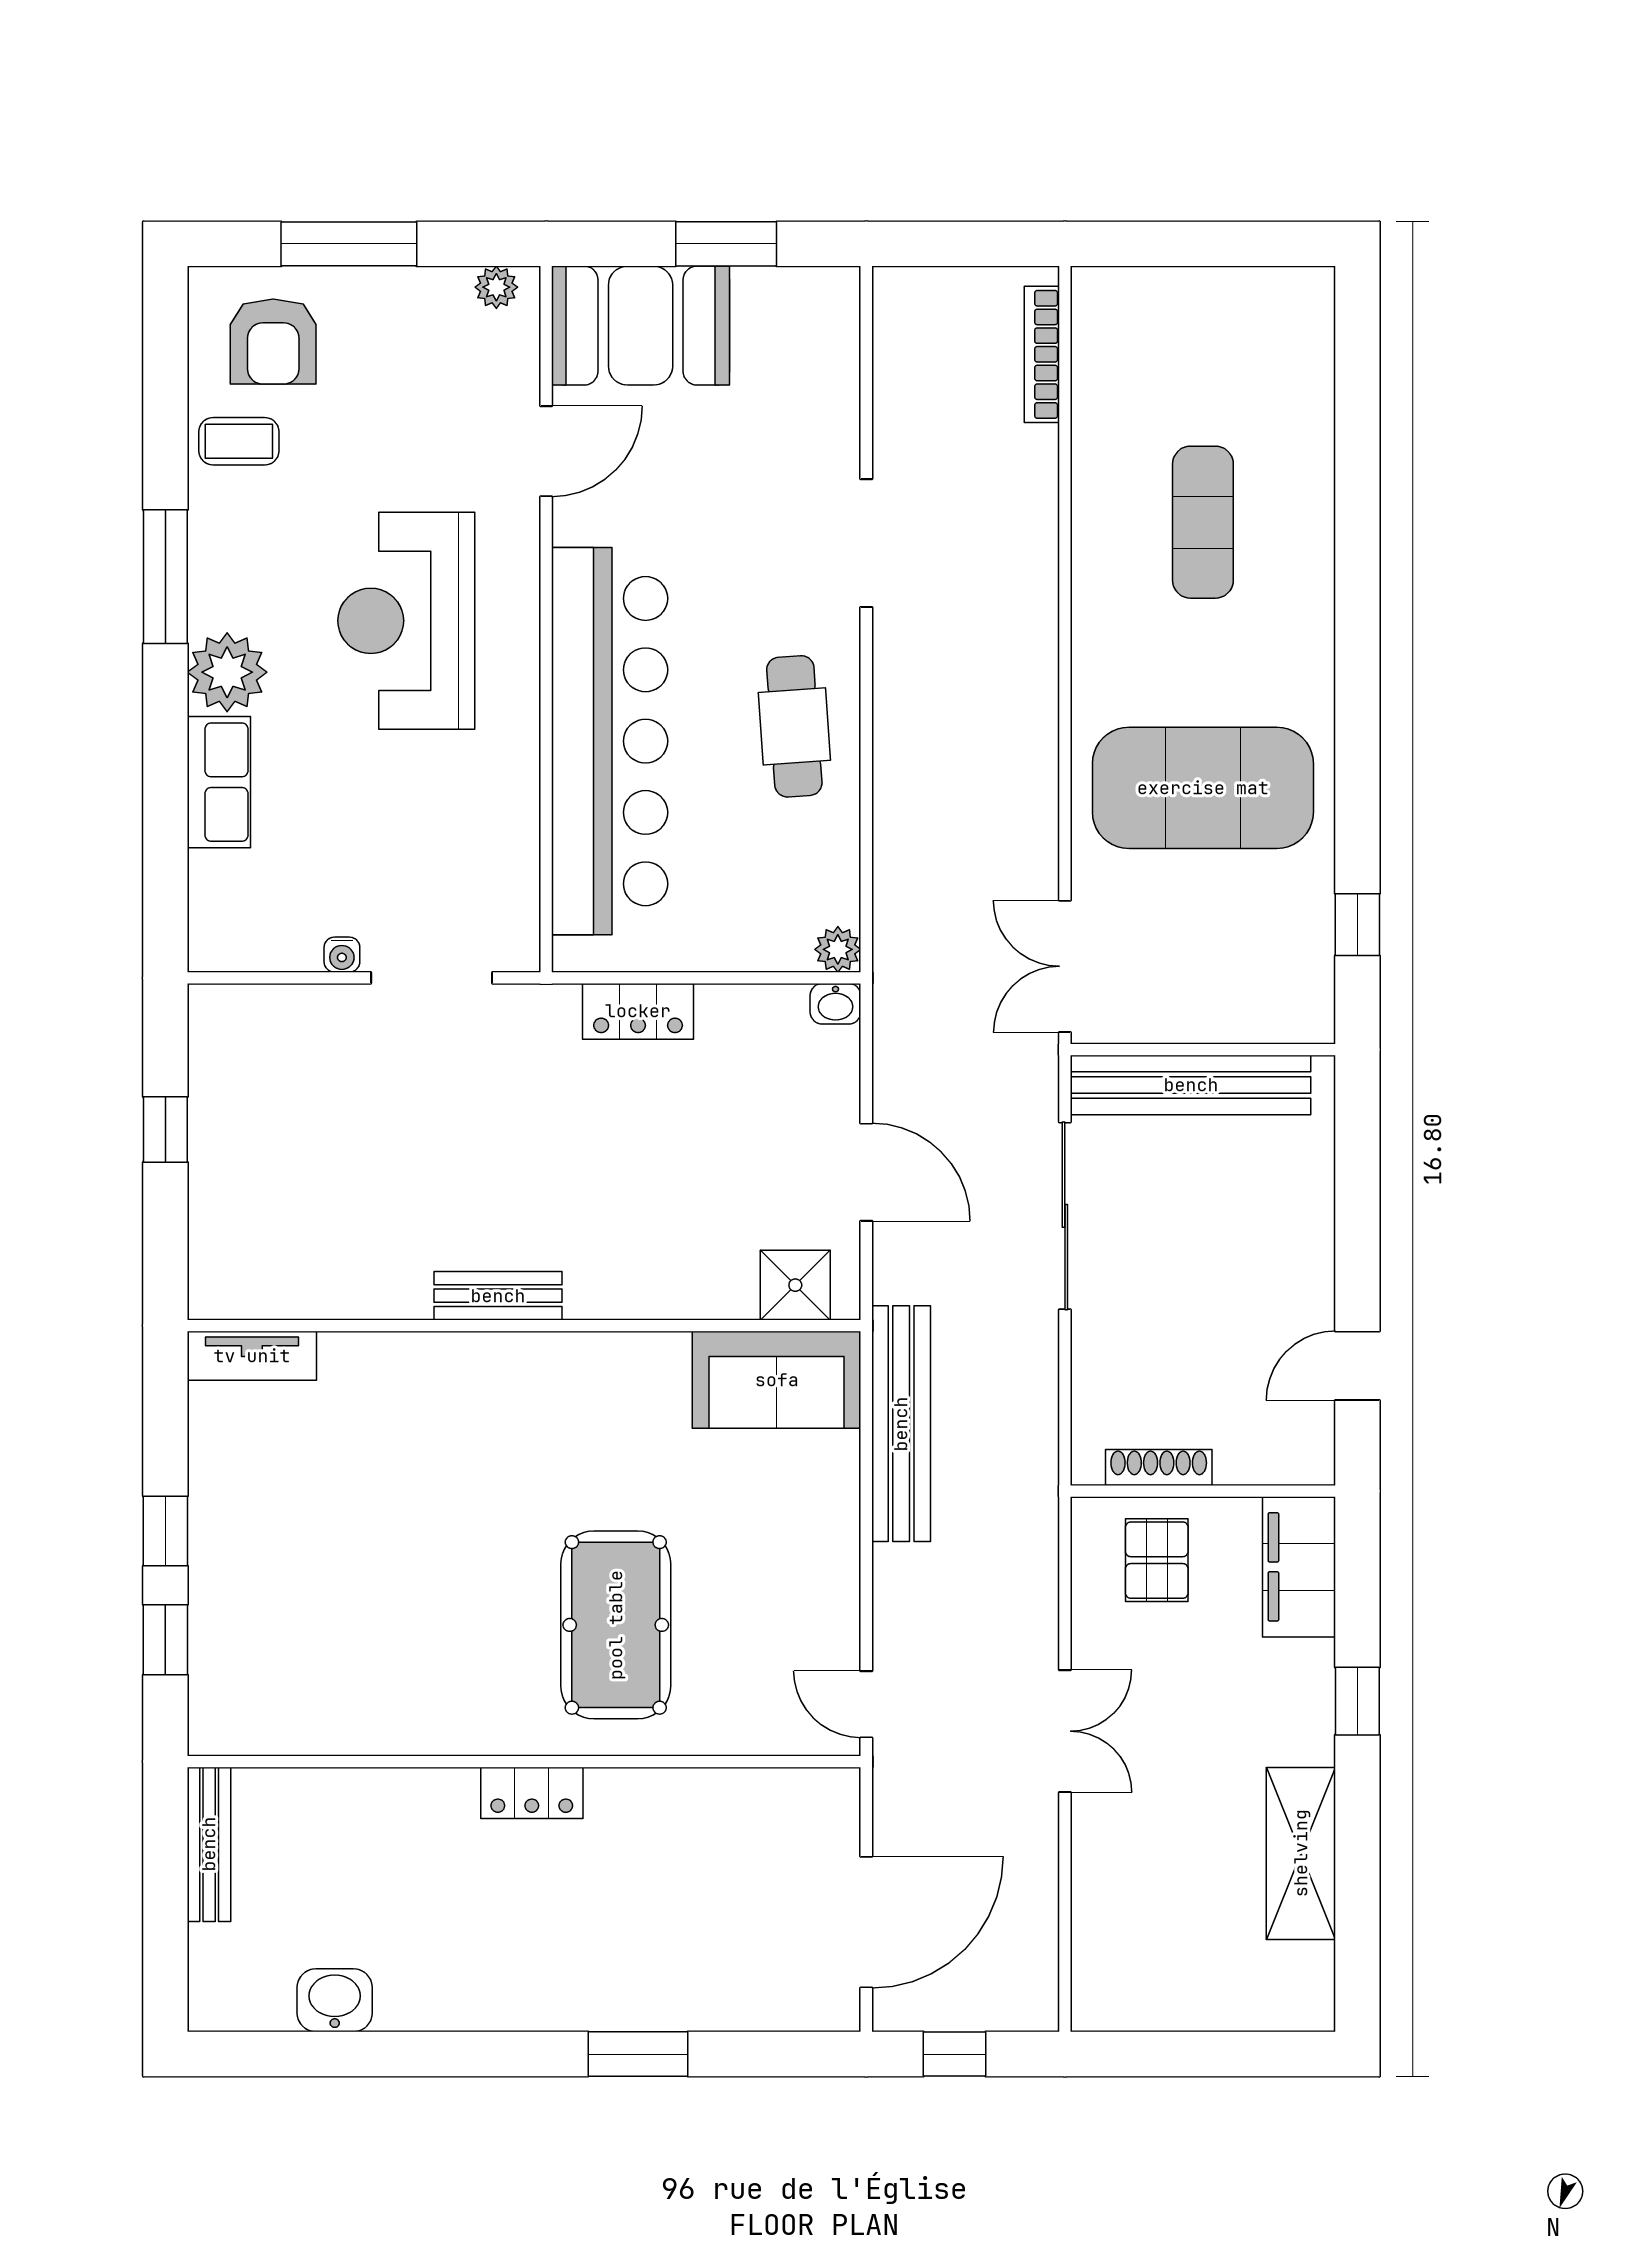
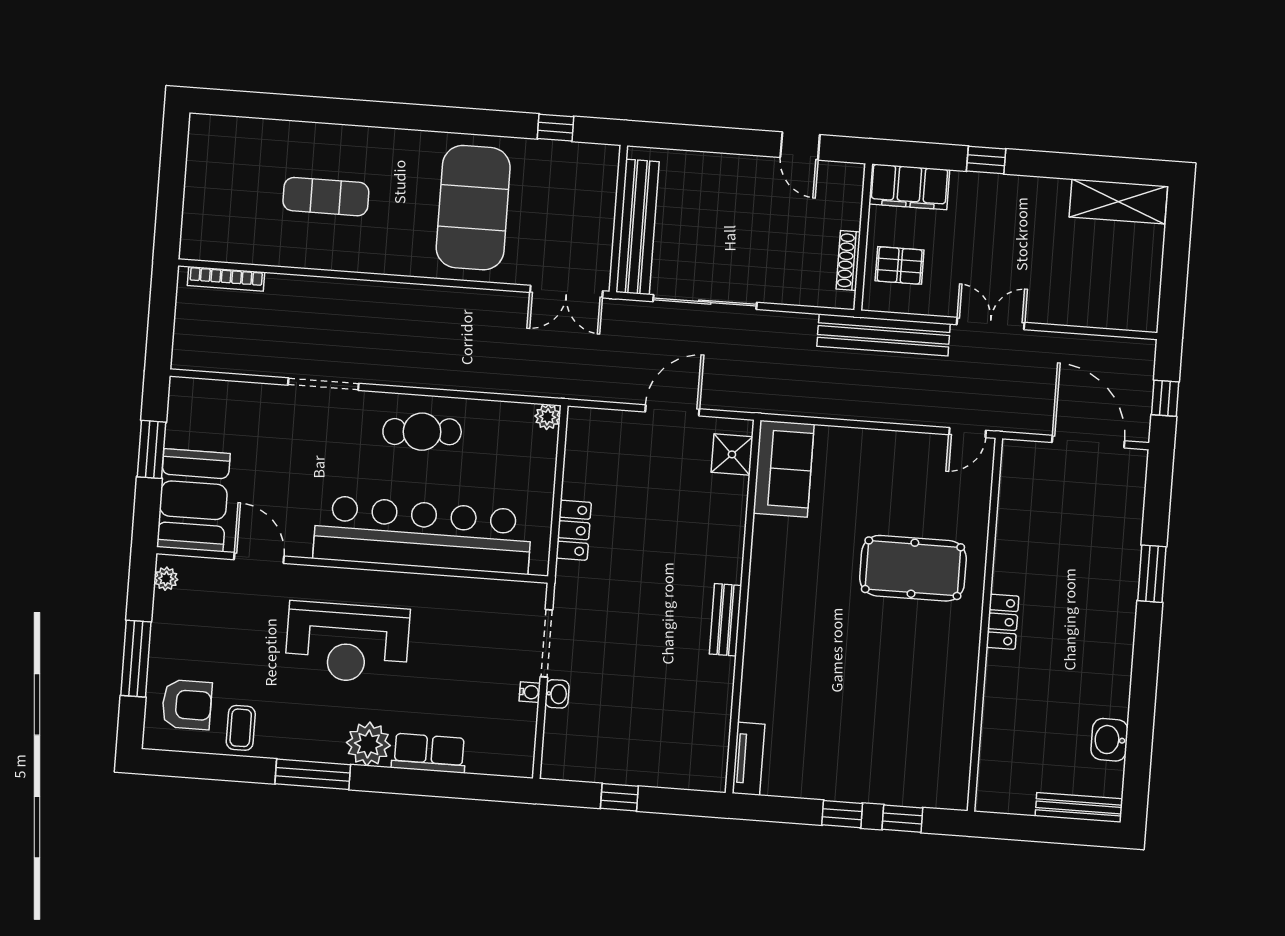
washbasin: (835, 1004) -> (557, 694), moved
bench: (901, 1424) -> (884, 335), moved
bench: (209, 1844) -> (1079, 807), moved
shelving: (1301, 1853) -> (1118, 201), moved

